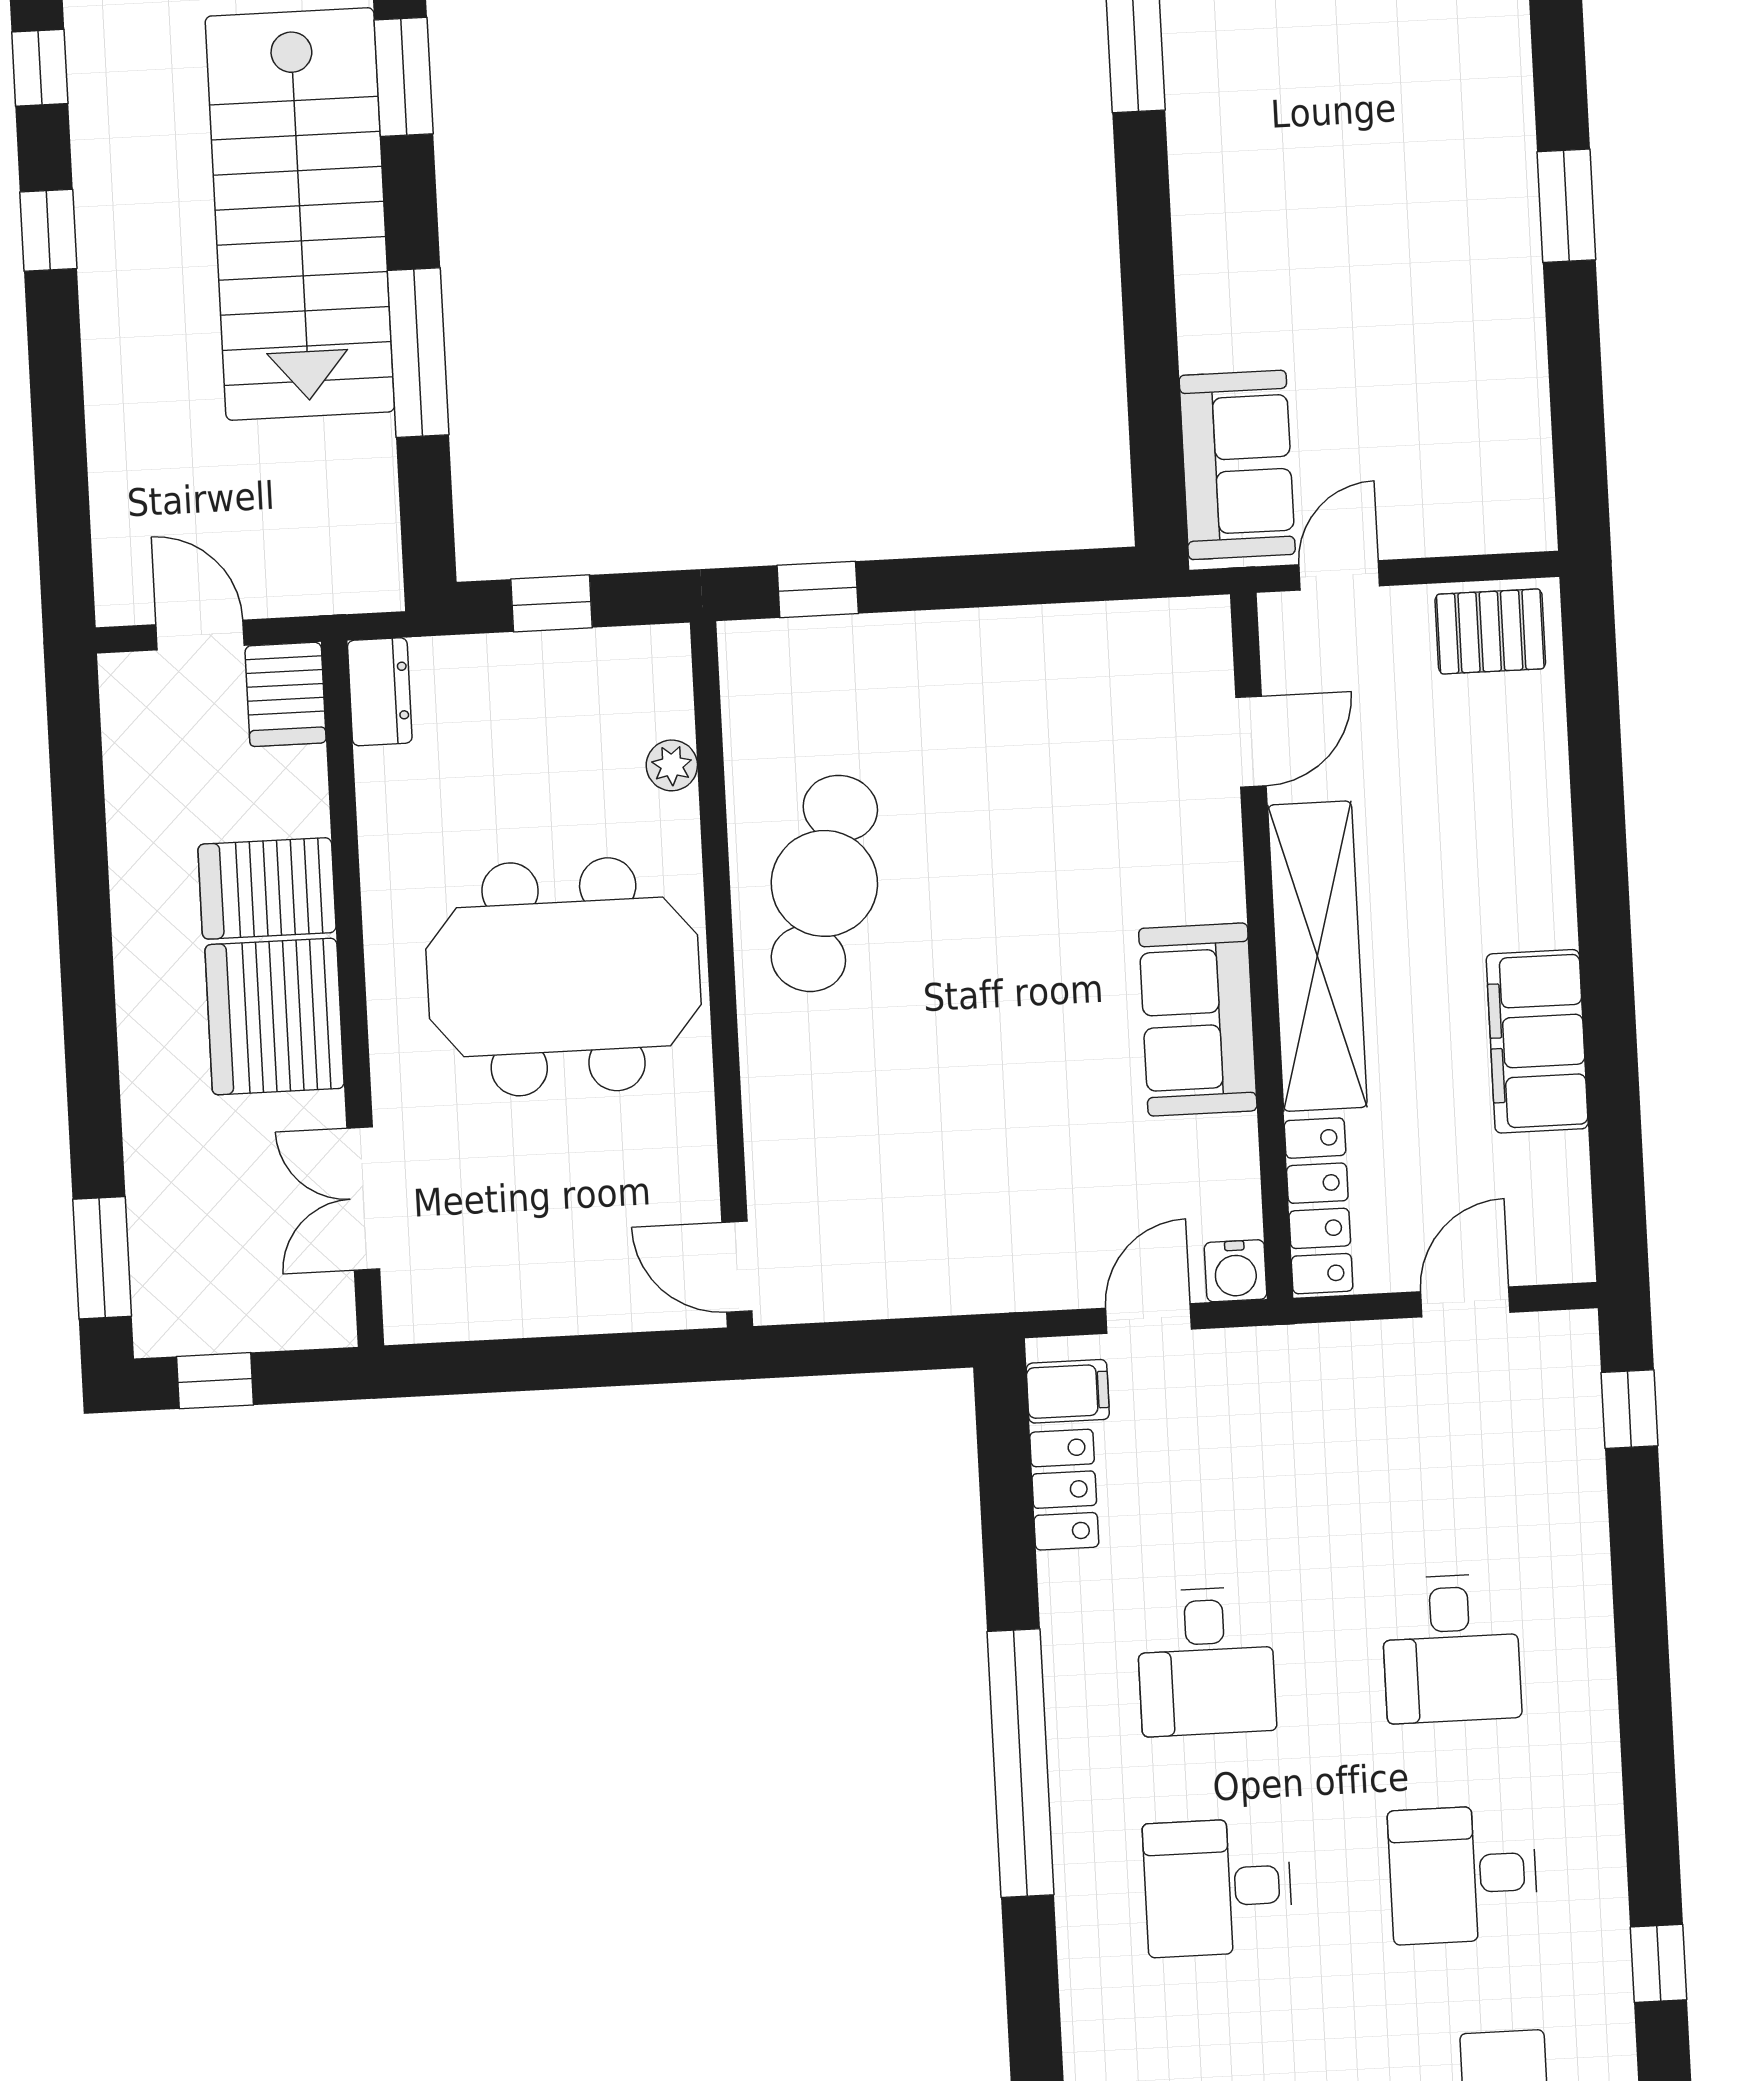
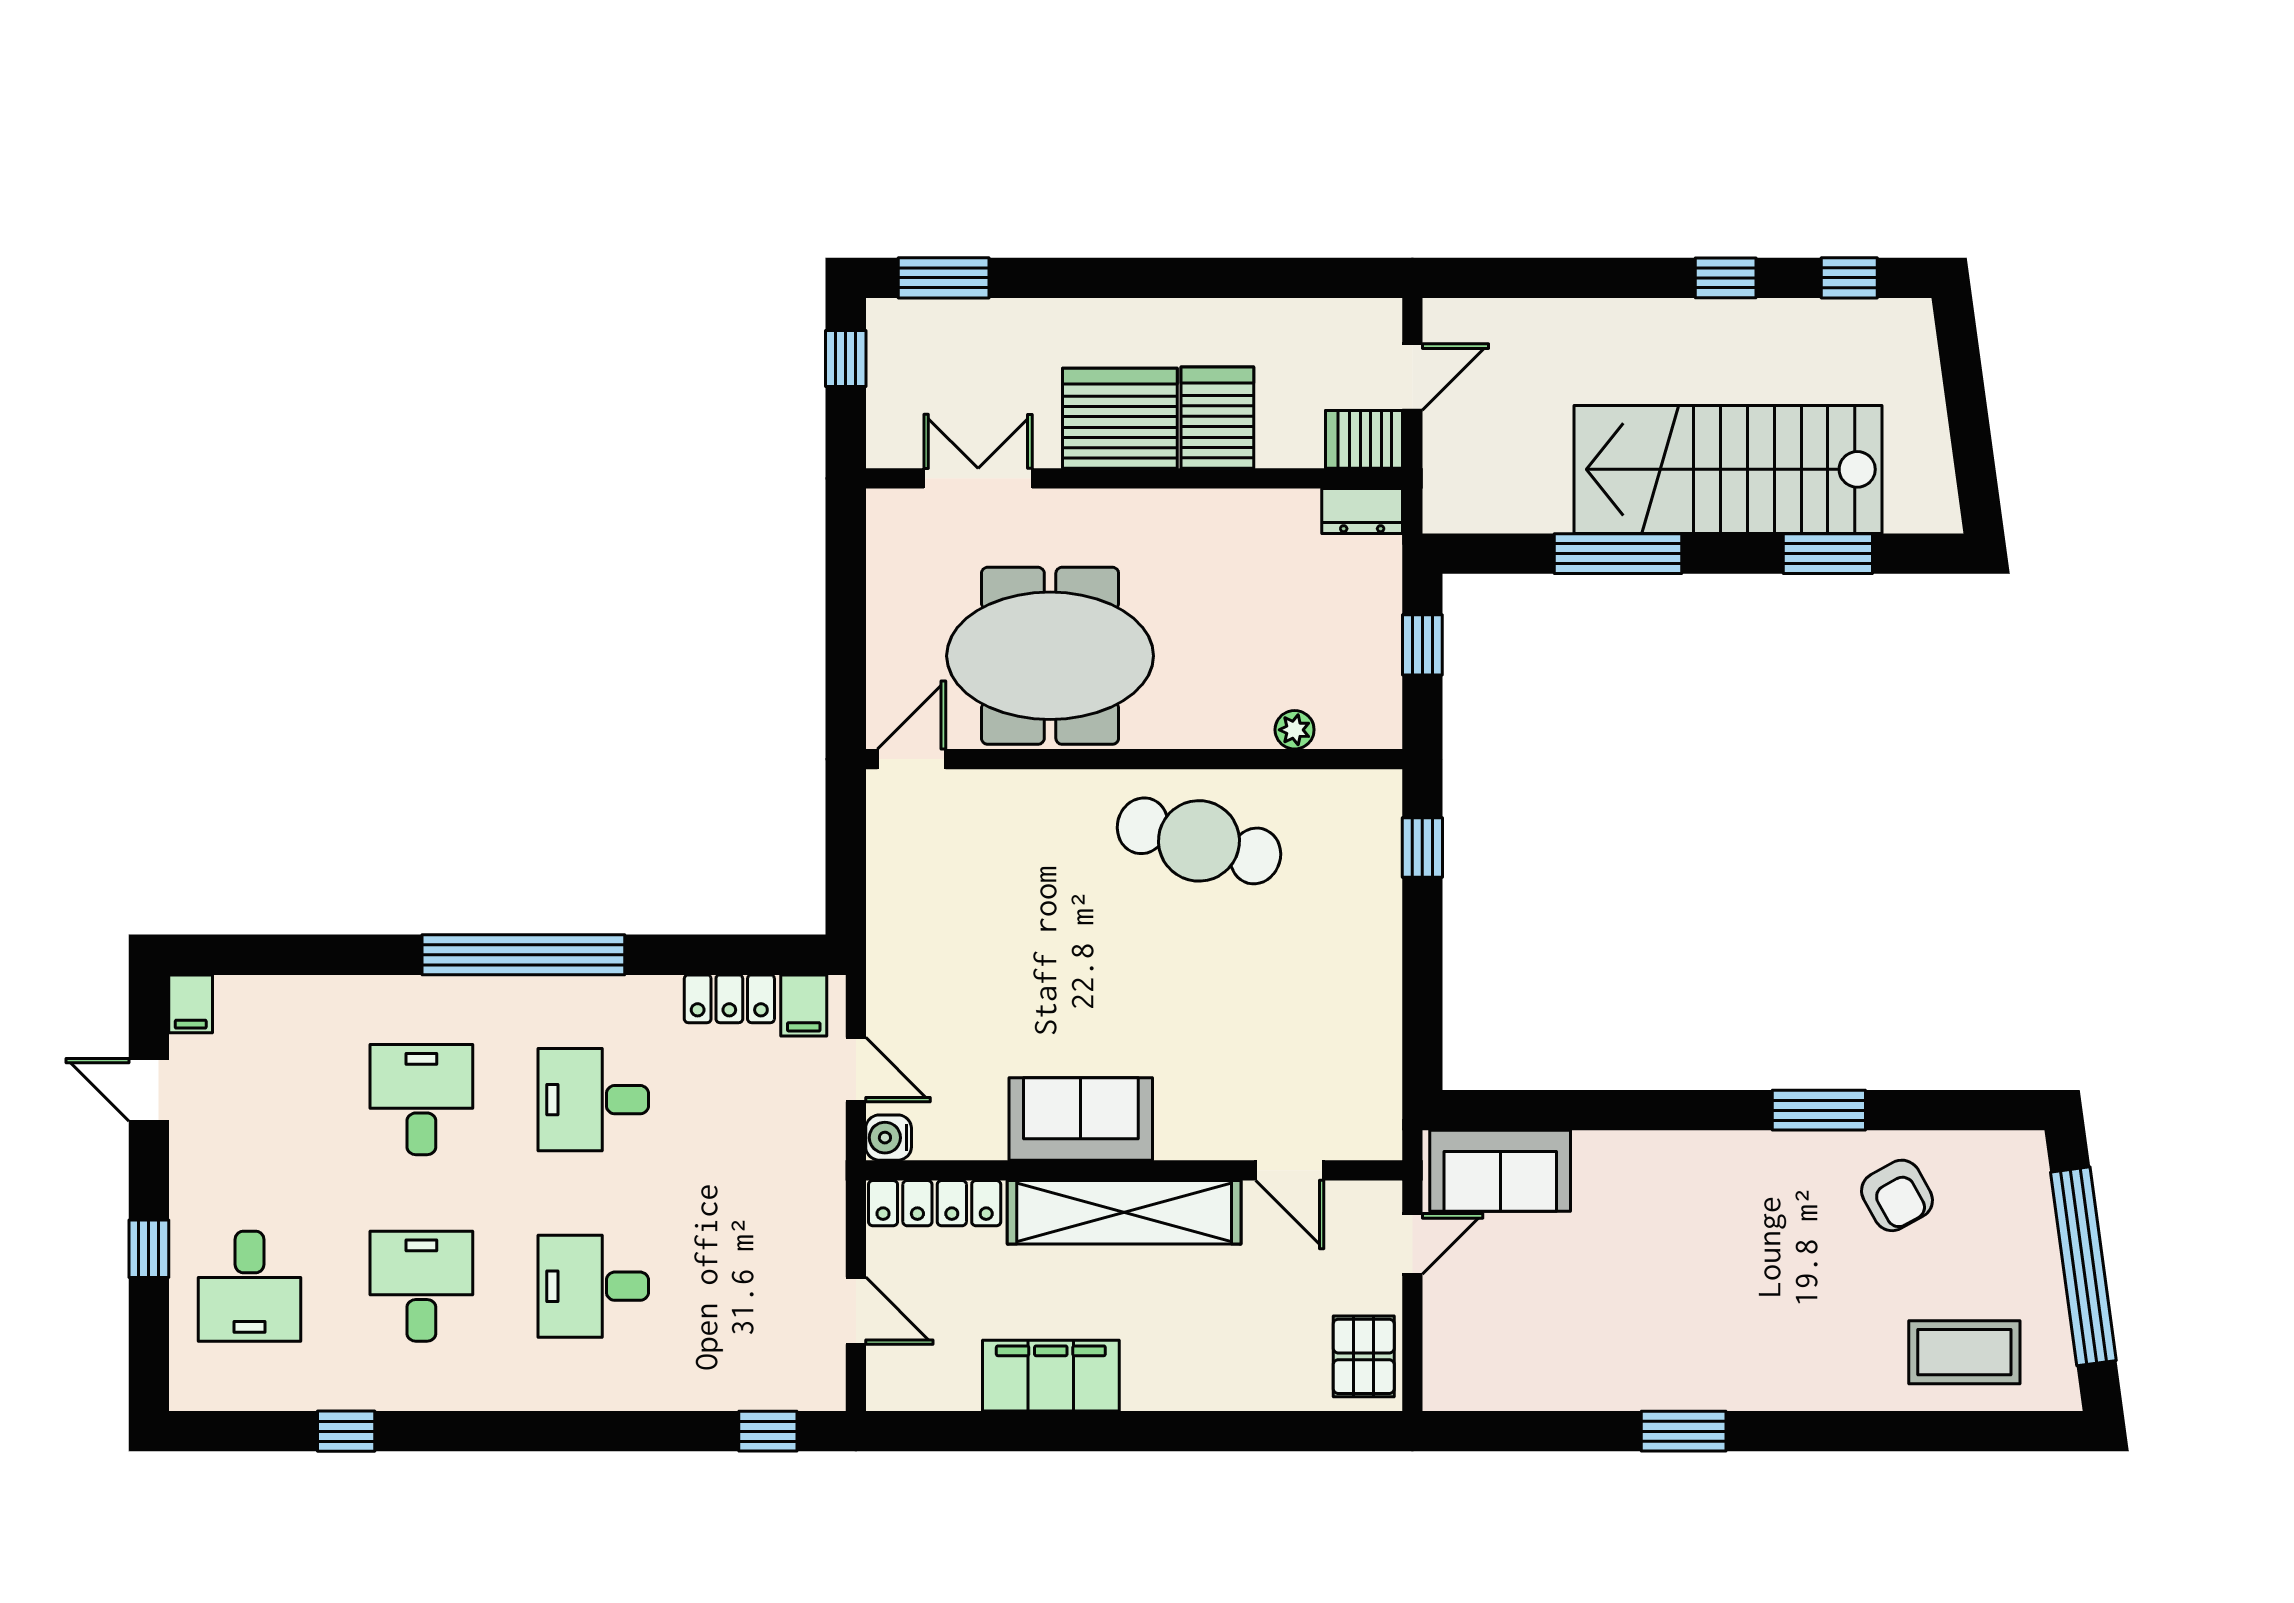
door: (1339, 575) -> (1412, 1244), hinge flipped
meeting table: (563, 977) -> (1050, 656), moved, turned 90

